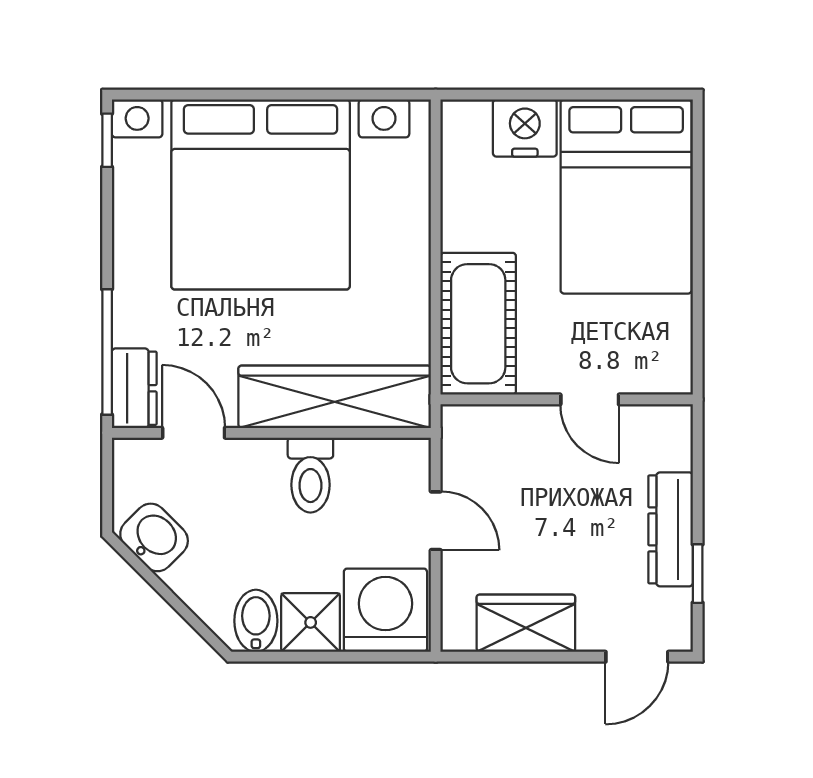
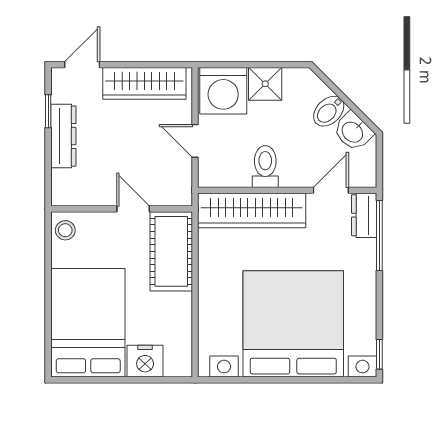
stool: (667, 361) -> (65, 230), added
door: (590, 399) -> (133, 209), moved
door: (194, 433) -> (331, 190), swing flipped
bidet: (256, 621) -> (329, 111), moved, turned 45
wardrobe: (526, 623) -> (144, 83), width x1.50

